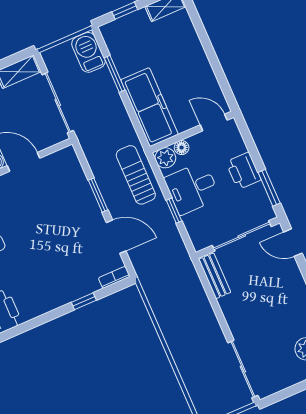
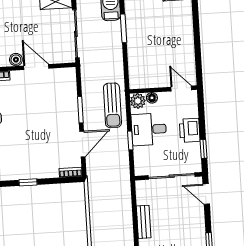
freezer: (149, 107) -> (140, 61), removed
sun lounger: (136, 175) -> (112, 105), turned 180
window: (269, 188) -> (204, 149), width x0.67
door: (116, 237) -> (82, 144), hinge flipped
bench: (215, 276) -> (144, 222), moved
window: (84, 301) -> (28, 182), moved

